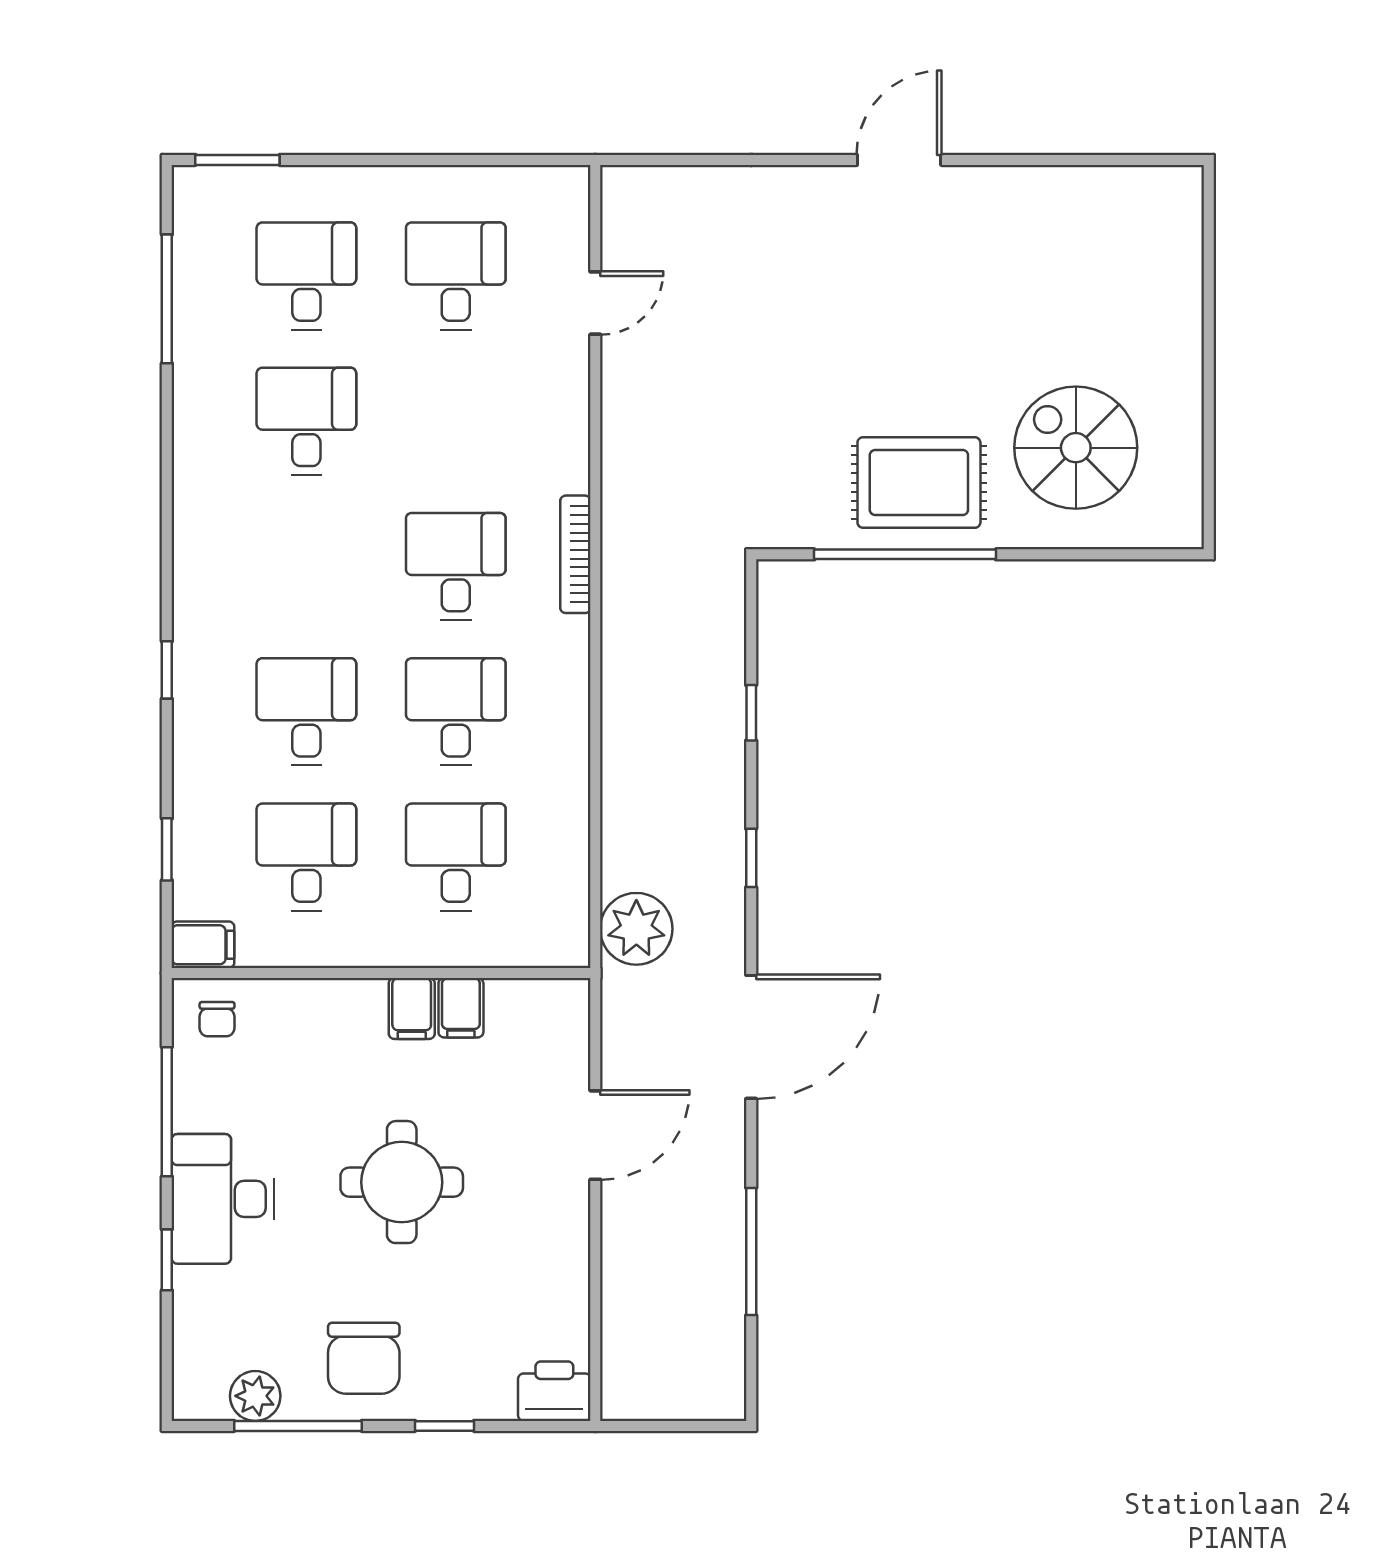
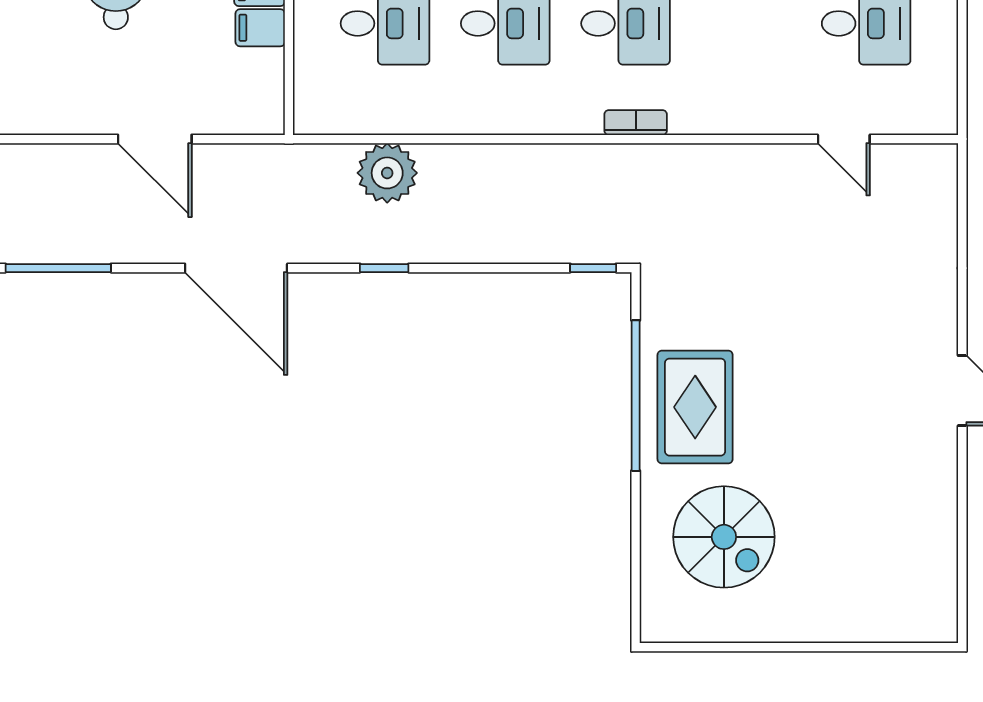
spiral stairs: (1076, 448) -> (724, 537), turned 90
bookcase: (575, 554) -> (636, 123), width x0.64
window: (751, 713) -> (593, 268), moved
plant: (636, 929) -> (387, 173), moved

